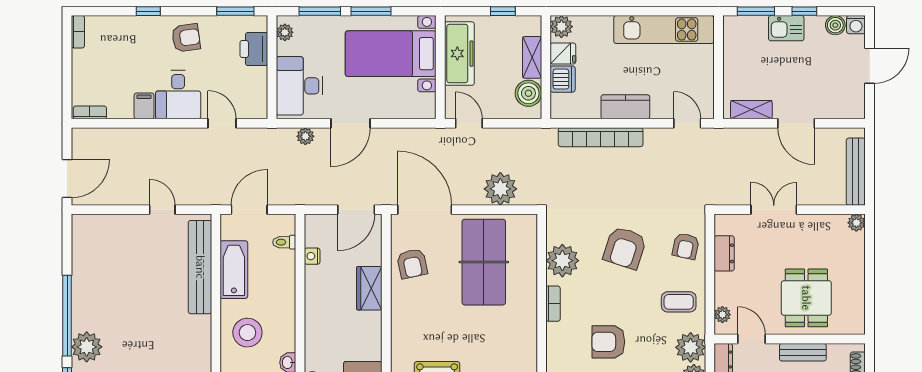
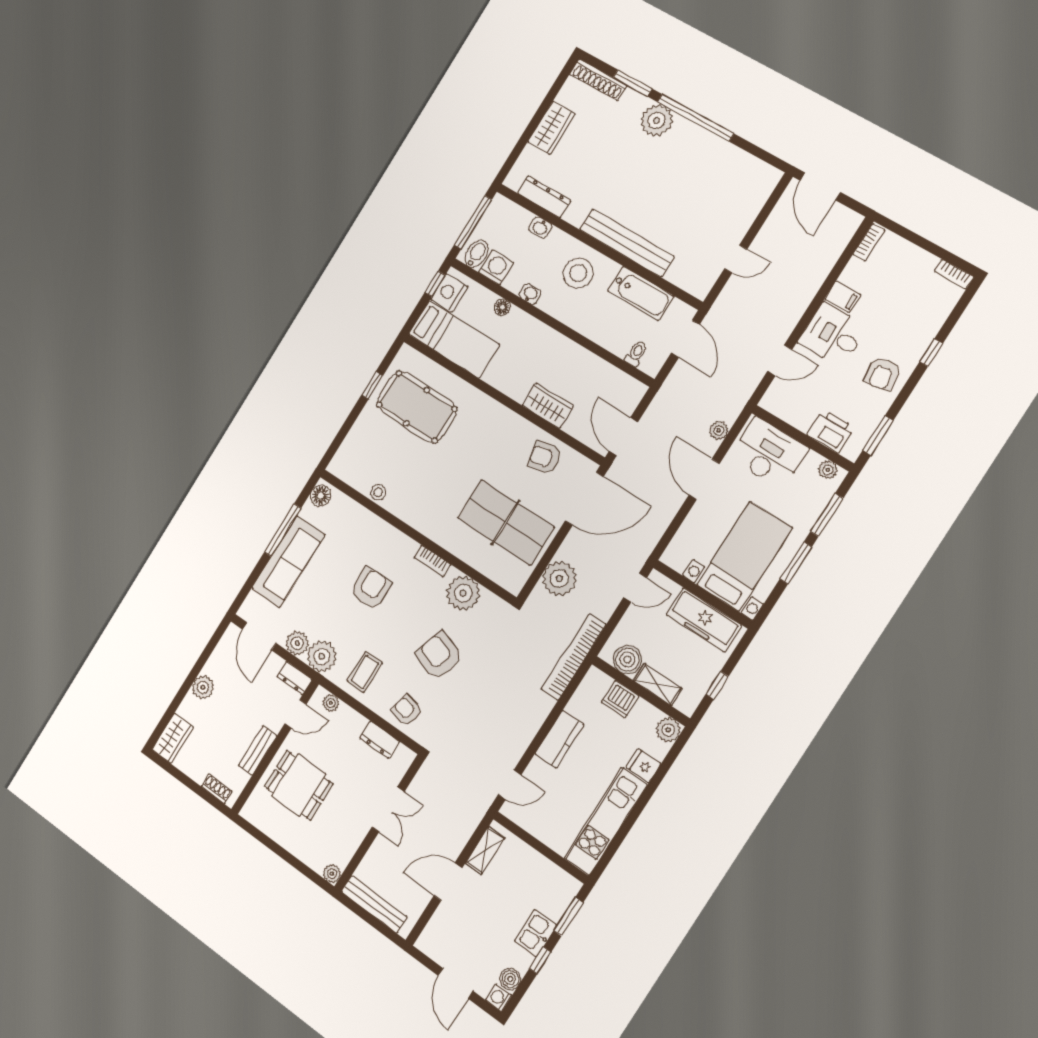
fridge: (563, 53) -> (643, 766), moved, turned 90
bookcase: (601, 137) -> (574, 657), moved
nightstand: (312, 256) -> (608, 371), removed
bench: (200, 267) -> (627, 243), moved

